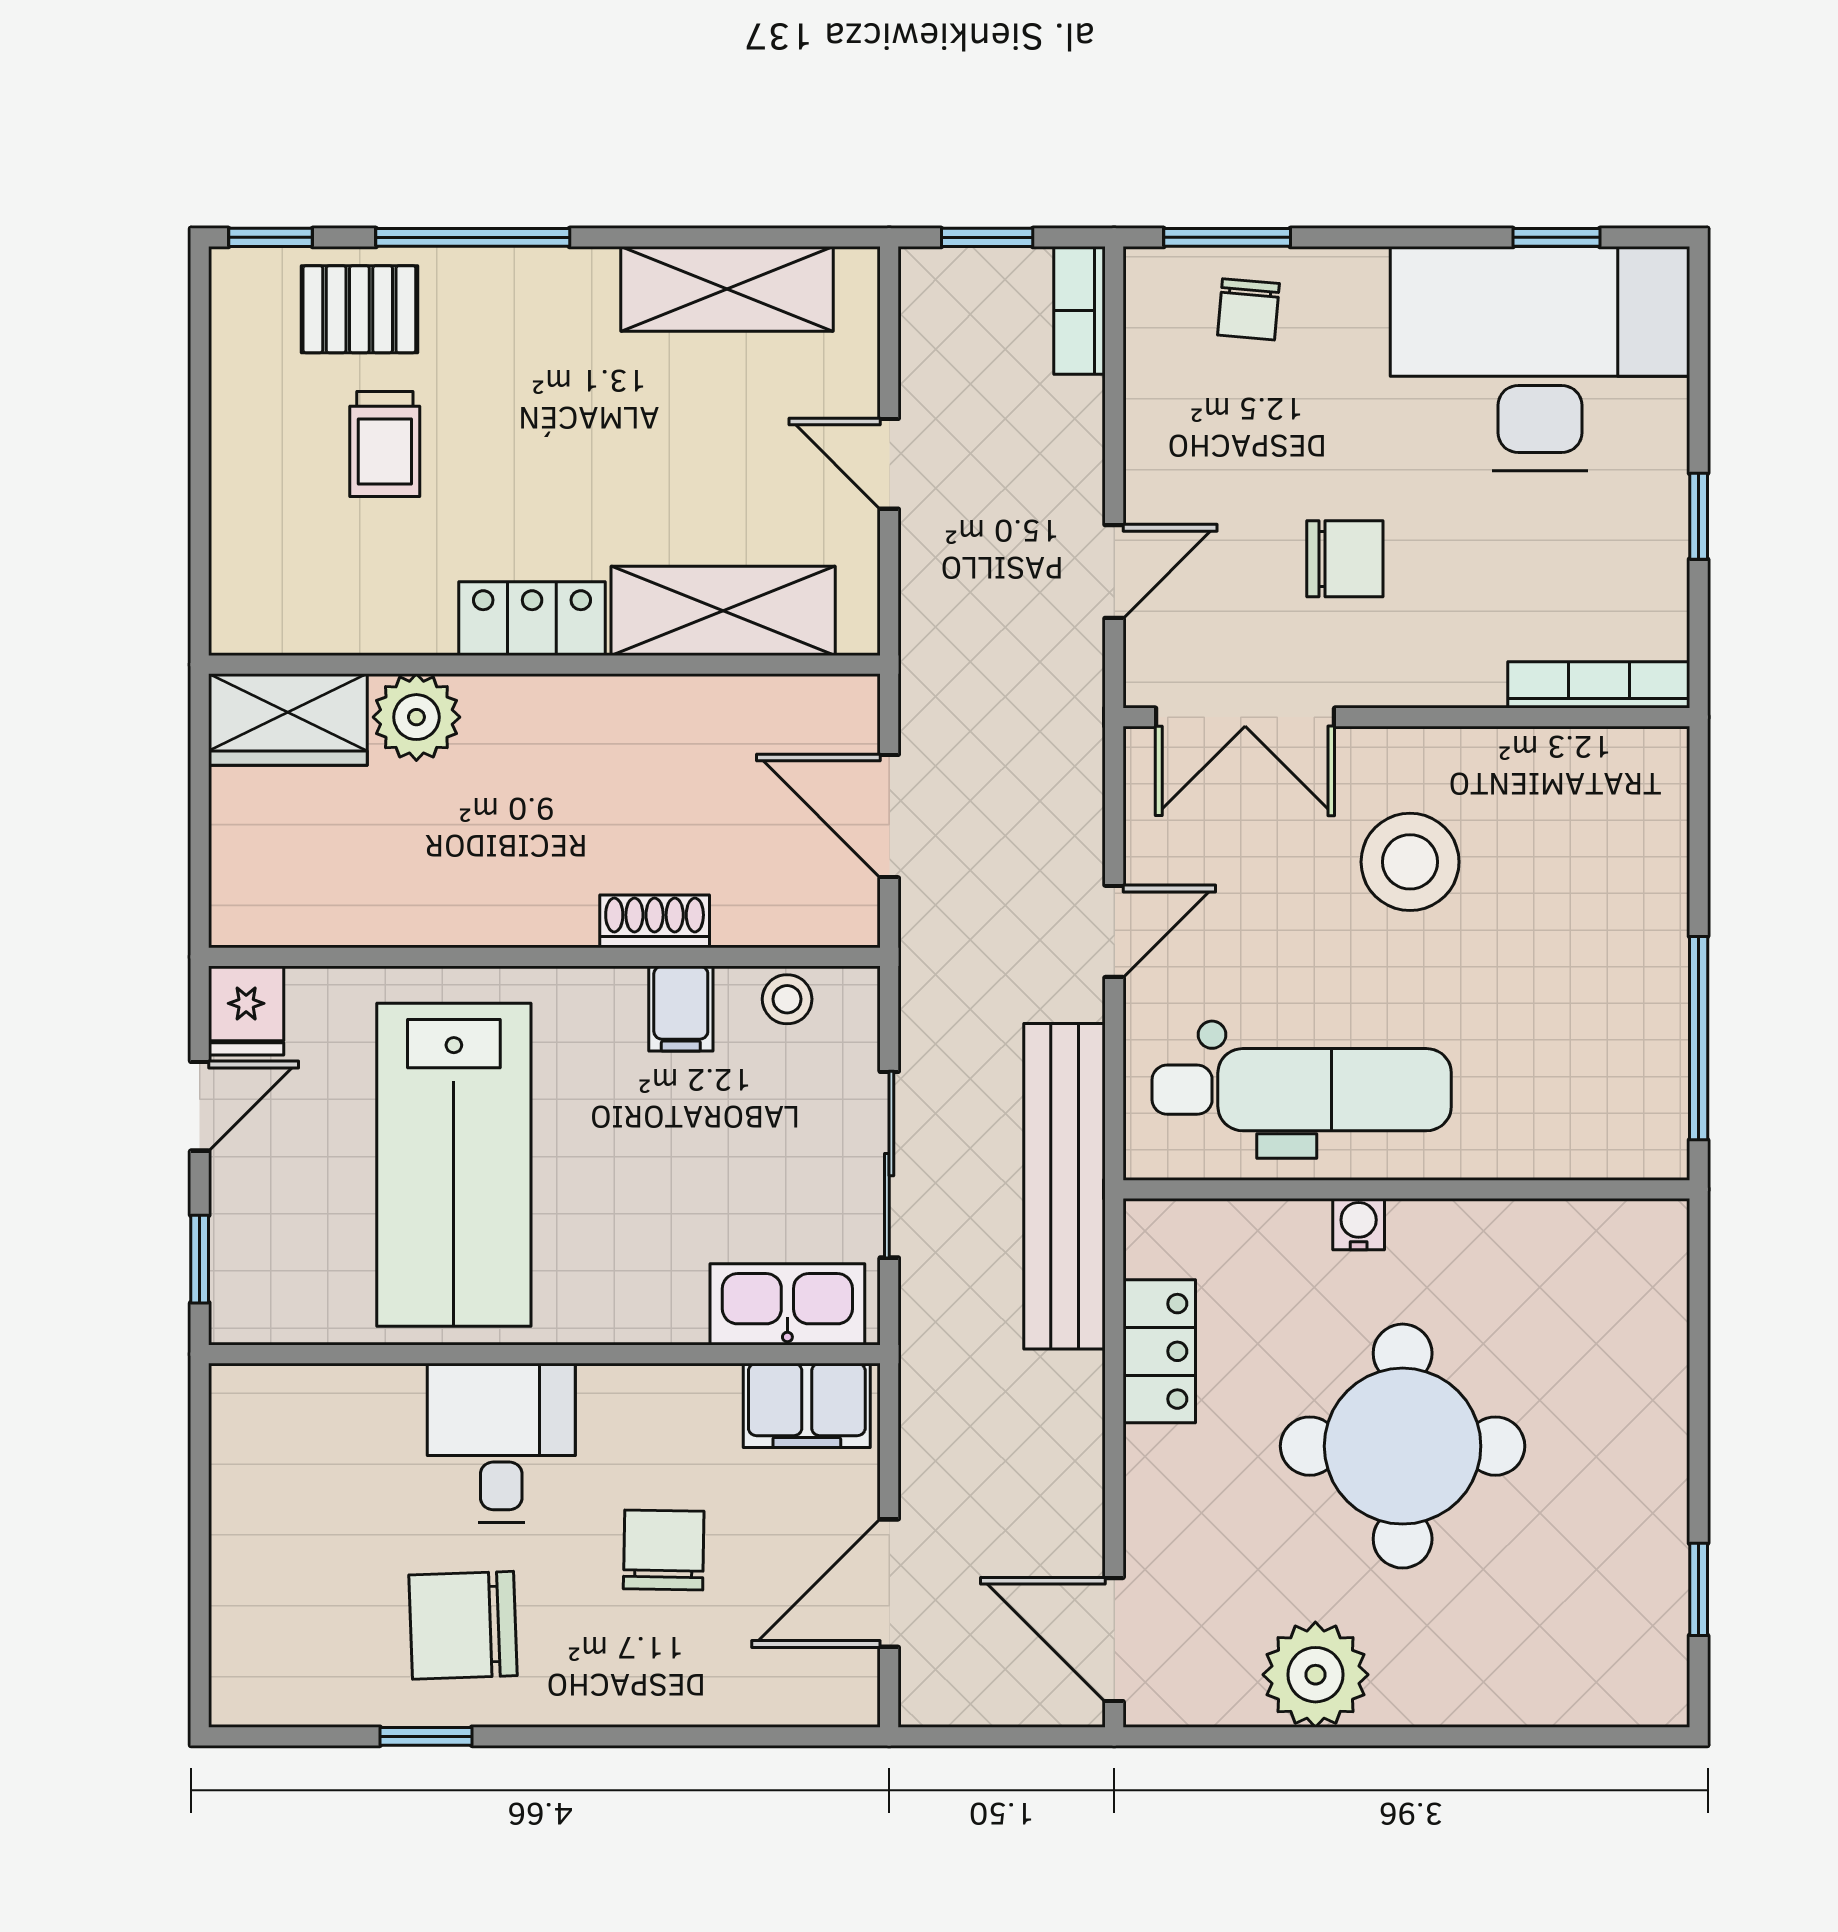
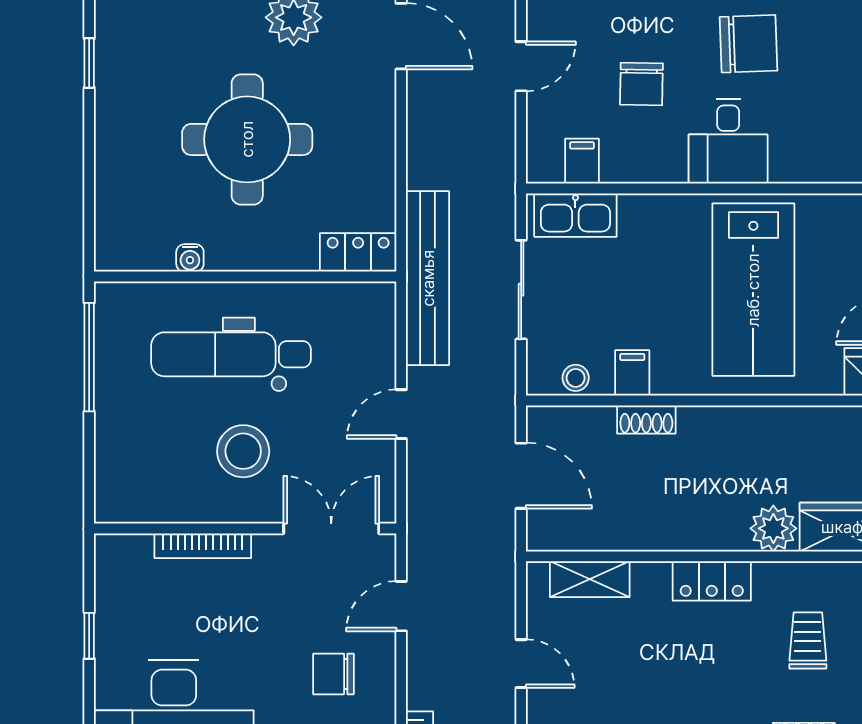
trolley: (385, 444) -> (808, 640), moved
chair: (1345, 559) -> (333, 674), moved
shelving: (723, 611) -> (590, 579), width x0.67, depth x0.75
bookcase: (1599, 685) -> (203, 546), moved
dental chair: (1302, 1090) -> (231, 354), moved
lab bench: (454, 1165) -> (753, 290), turned 180
water cooler: (1359, 1224) -> (190, 258), moved
locker: (1159, 1351) -> (358, 252), moved, turned 90
filing cabinet: (807, 1405) -> (582, 161), width x0.50
door: (889, 1583) -> (521, 66), width x0.73

